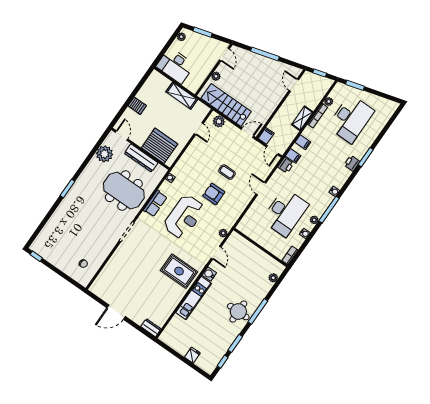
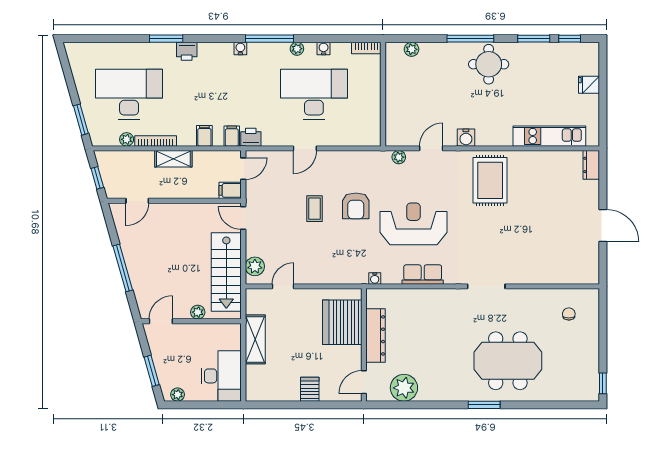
meeting table: (124, 191) -> (508, 361), moved, turned 90
kitchen unit: (194, 298) -> (549, 136), moved

